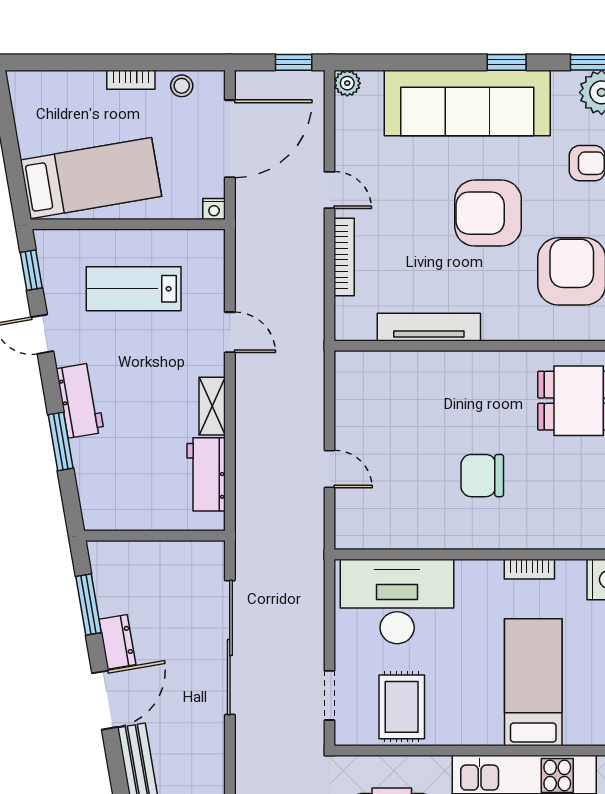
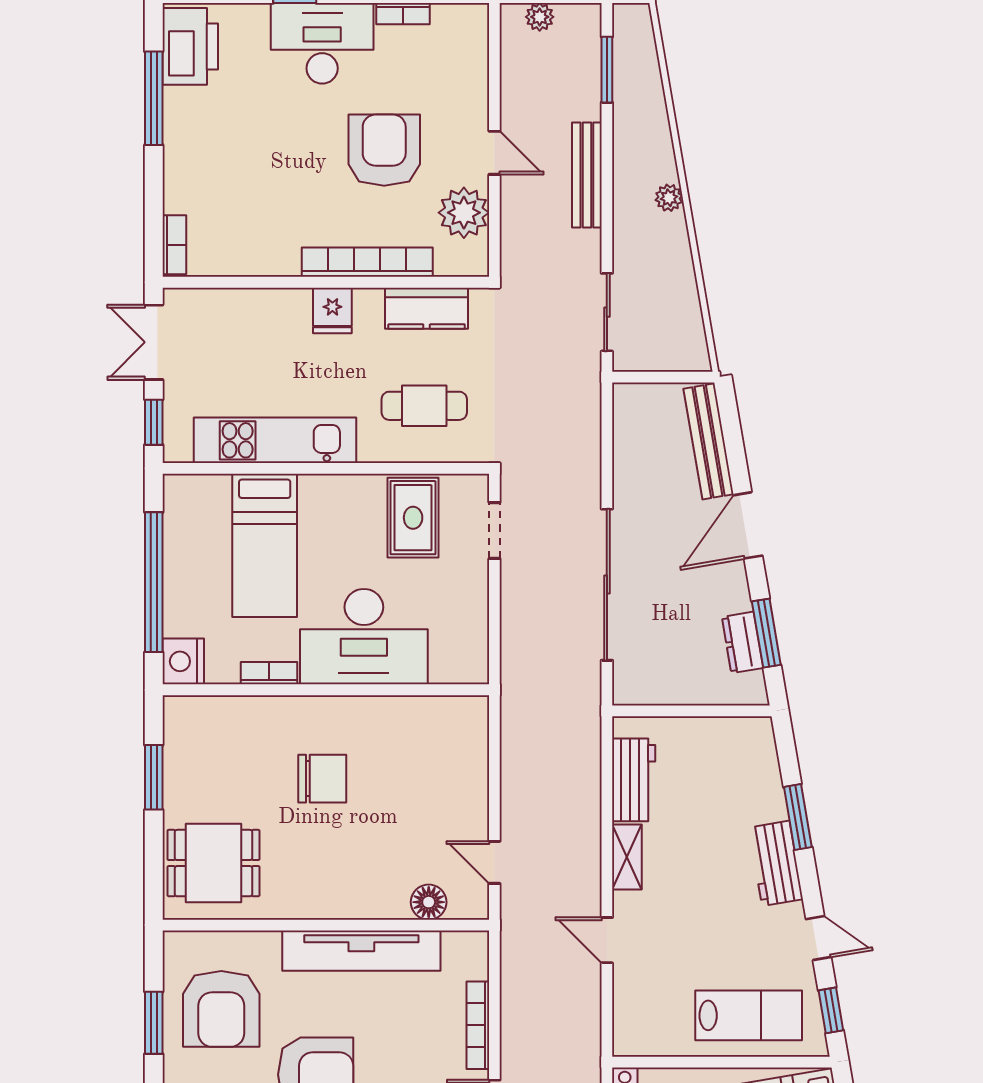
lab bench: (134, 289) -> (749, 1015), moved
tv unit: (429, 327) -> (361, 951), width x1.36, depth x1.29
floor lamp: (388, 366) -> (429, 902), added
door: (330, 469) -> (494, 862), moved
desk: (397, 601) -> (364, 637), moved
dresser: (117, 642) -> (743, 642), moved

